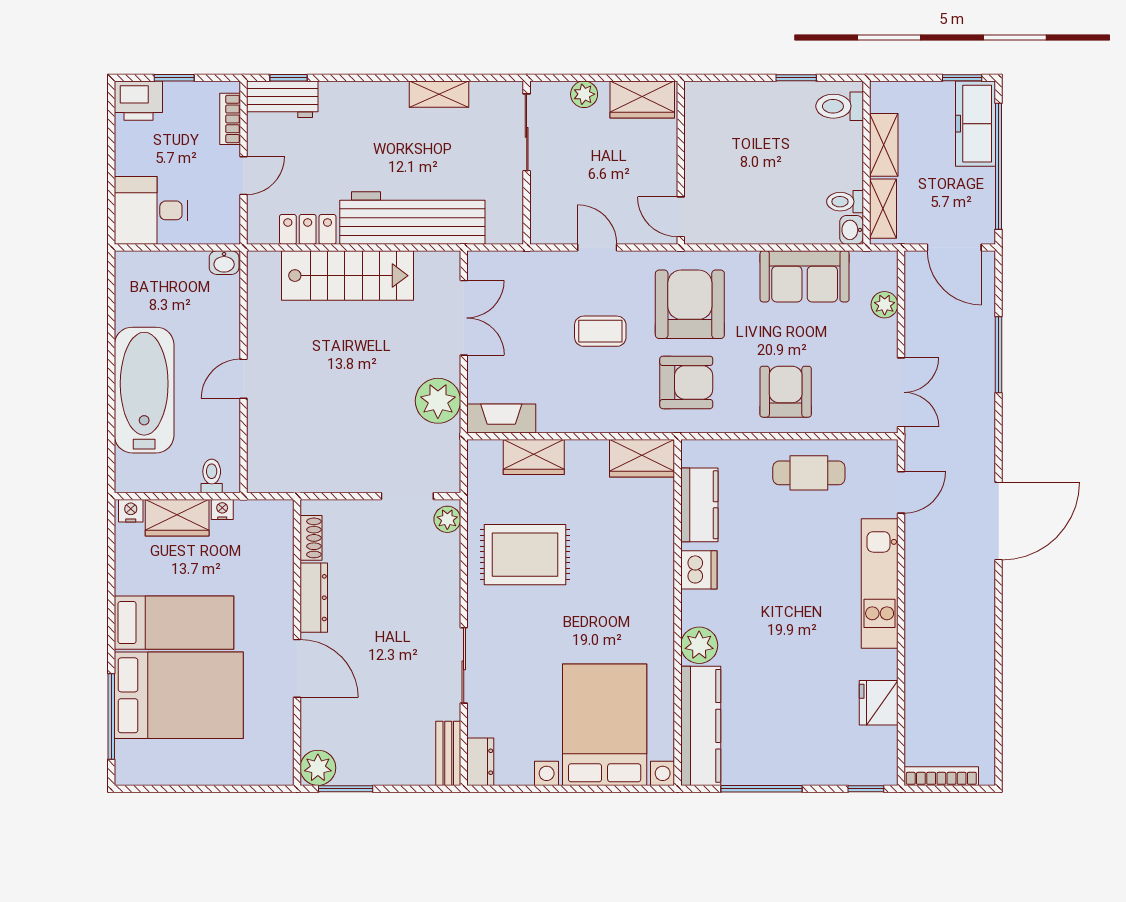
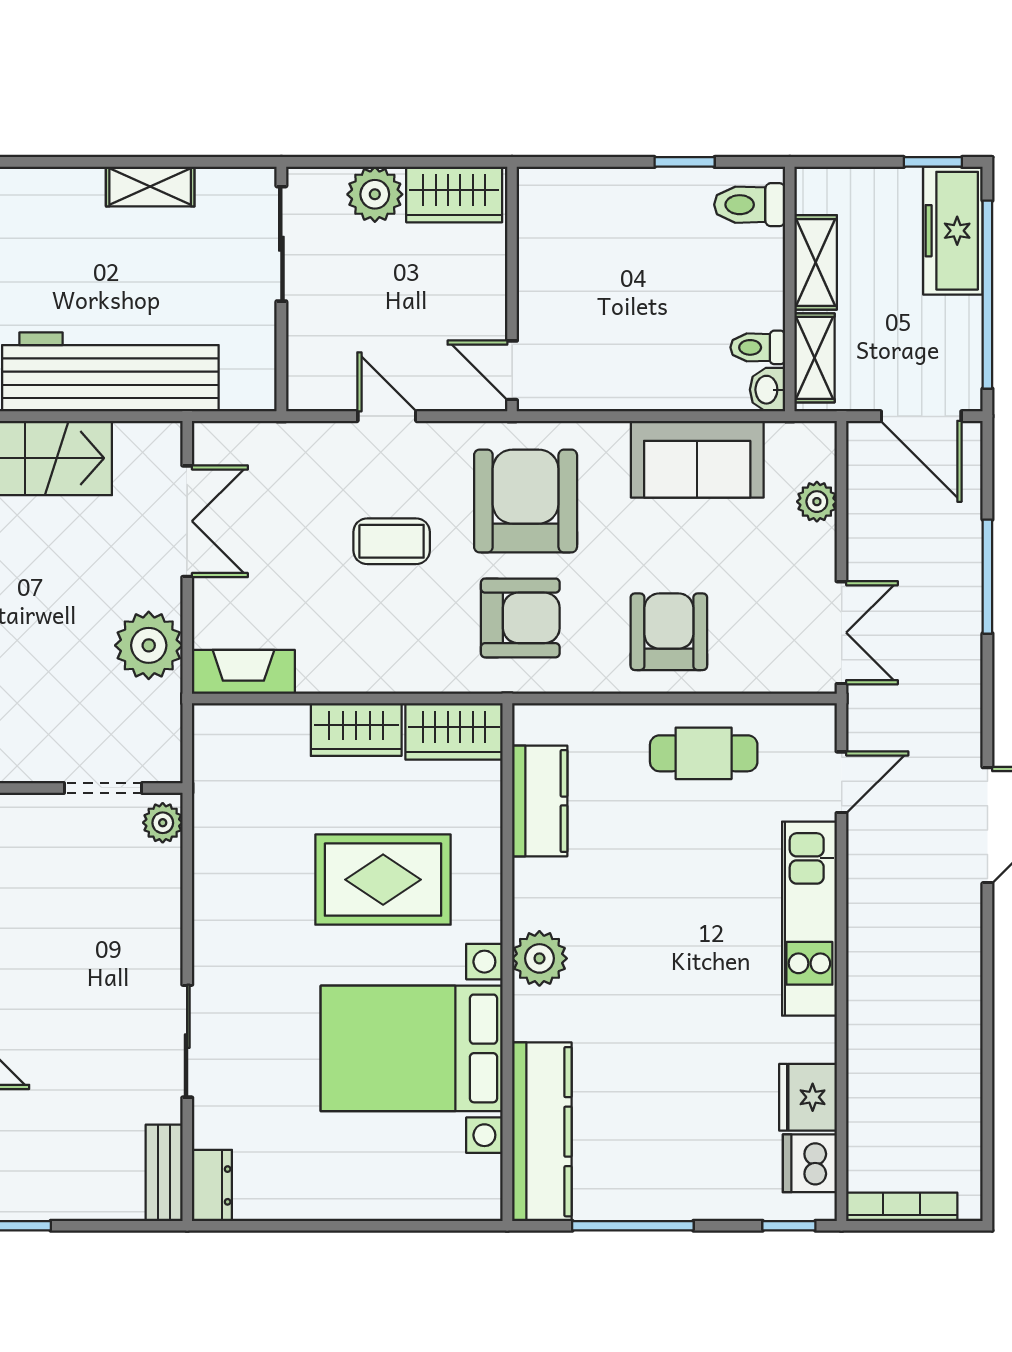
plant: (584, 94) -> (375, 194), width x1.38, depth x1.38
wardrobe: (534, 457) -> (356, 730), moved
rug: (525, 555) -> (383, 880), moved
dishwasher: (699, 570) -> (810, 1163), moved, turned 180
plant: (699, 645) -> (539, 958), moved
bed with nightstands: (605, 725) -> (412, 1048), moved, turned -90

